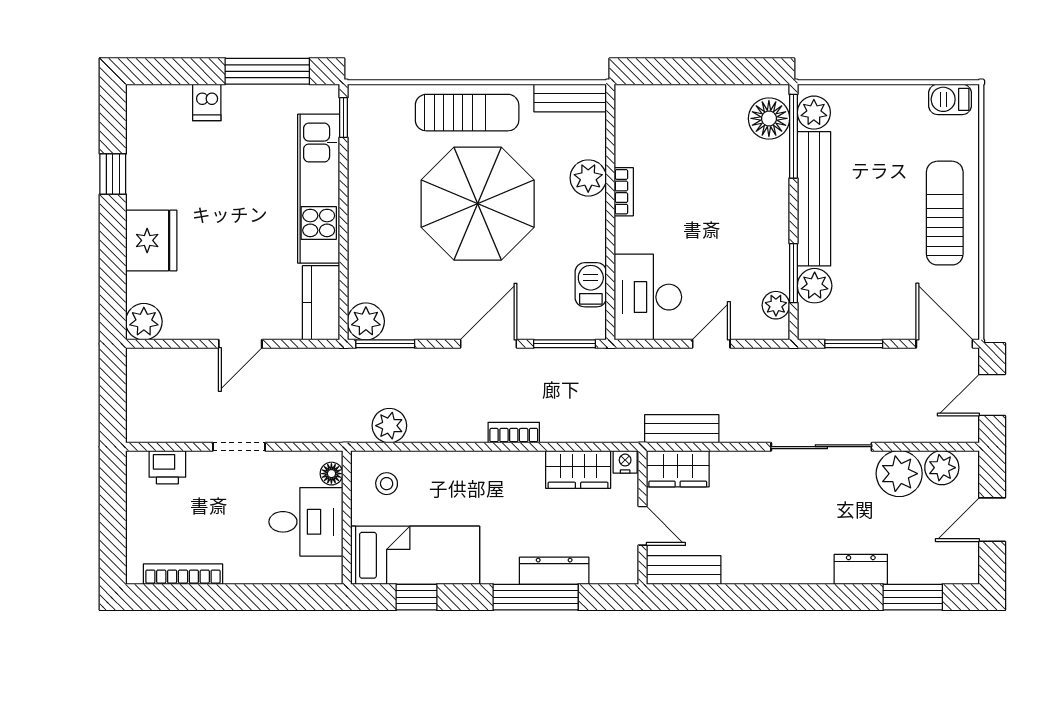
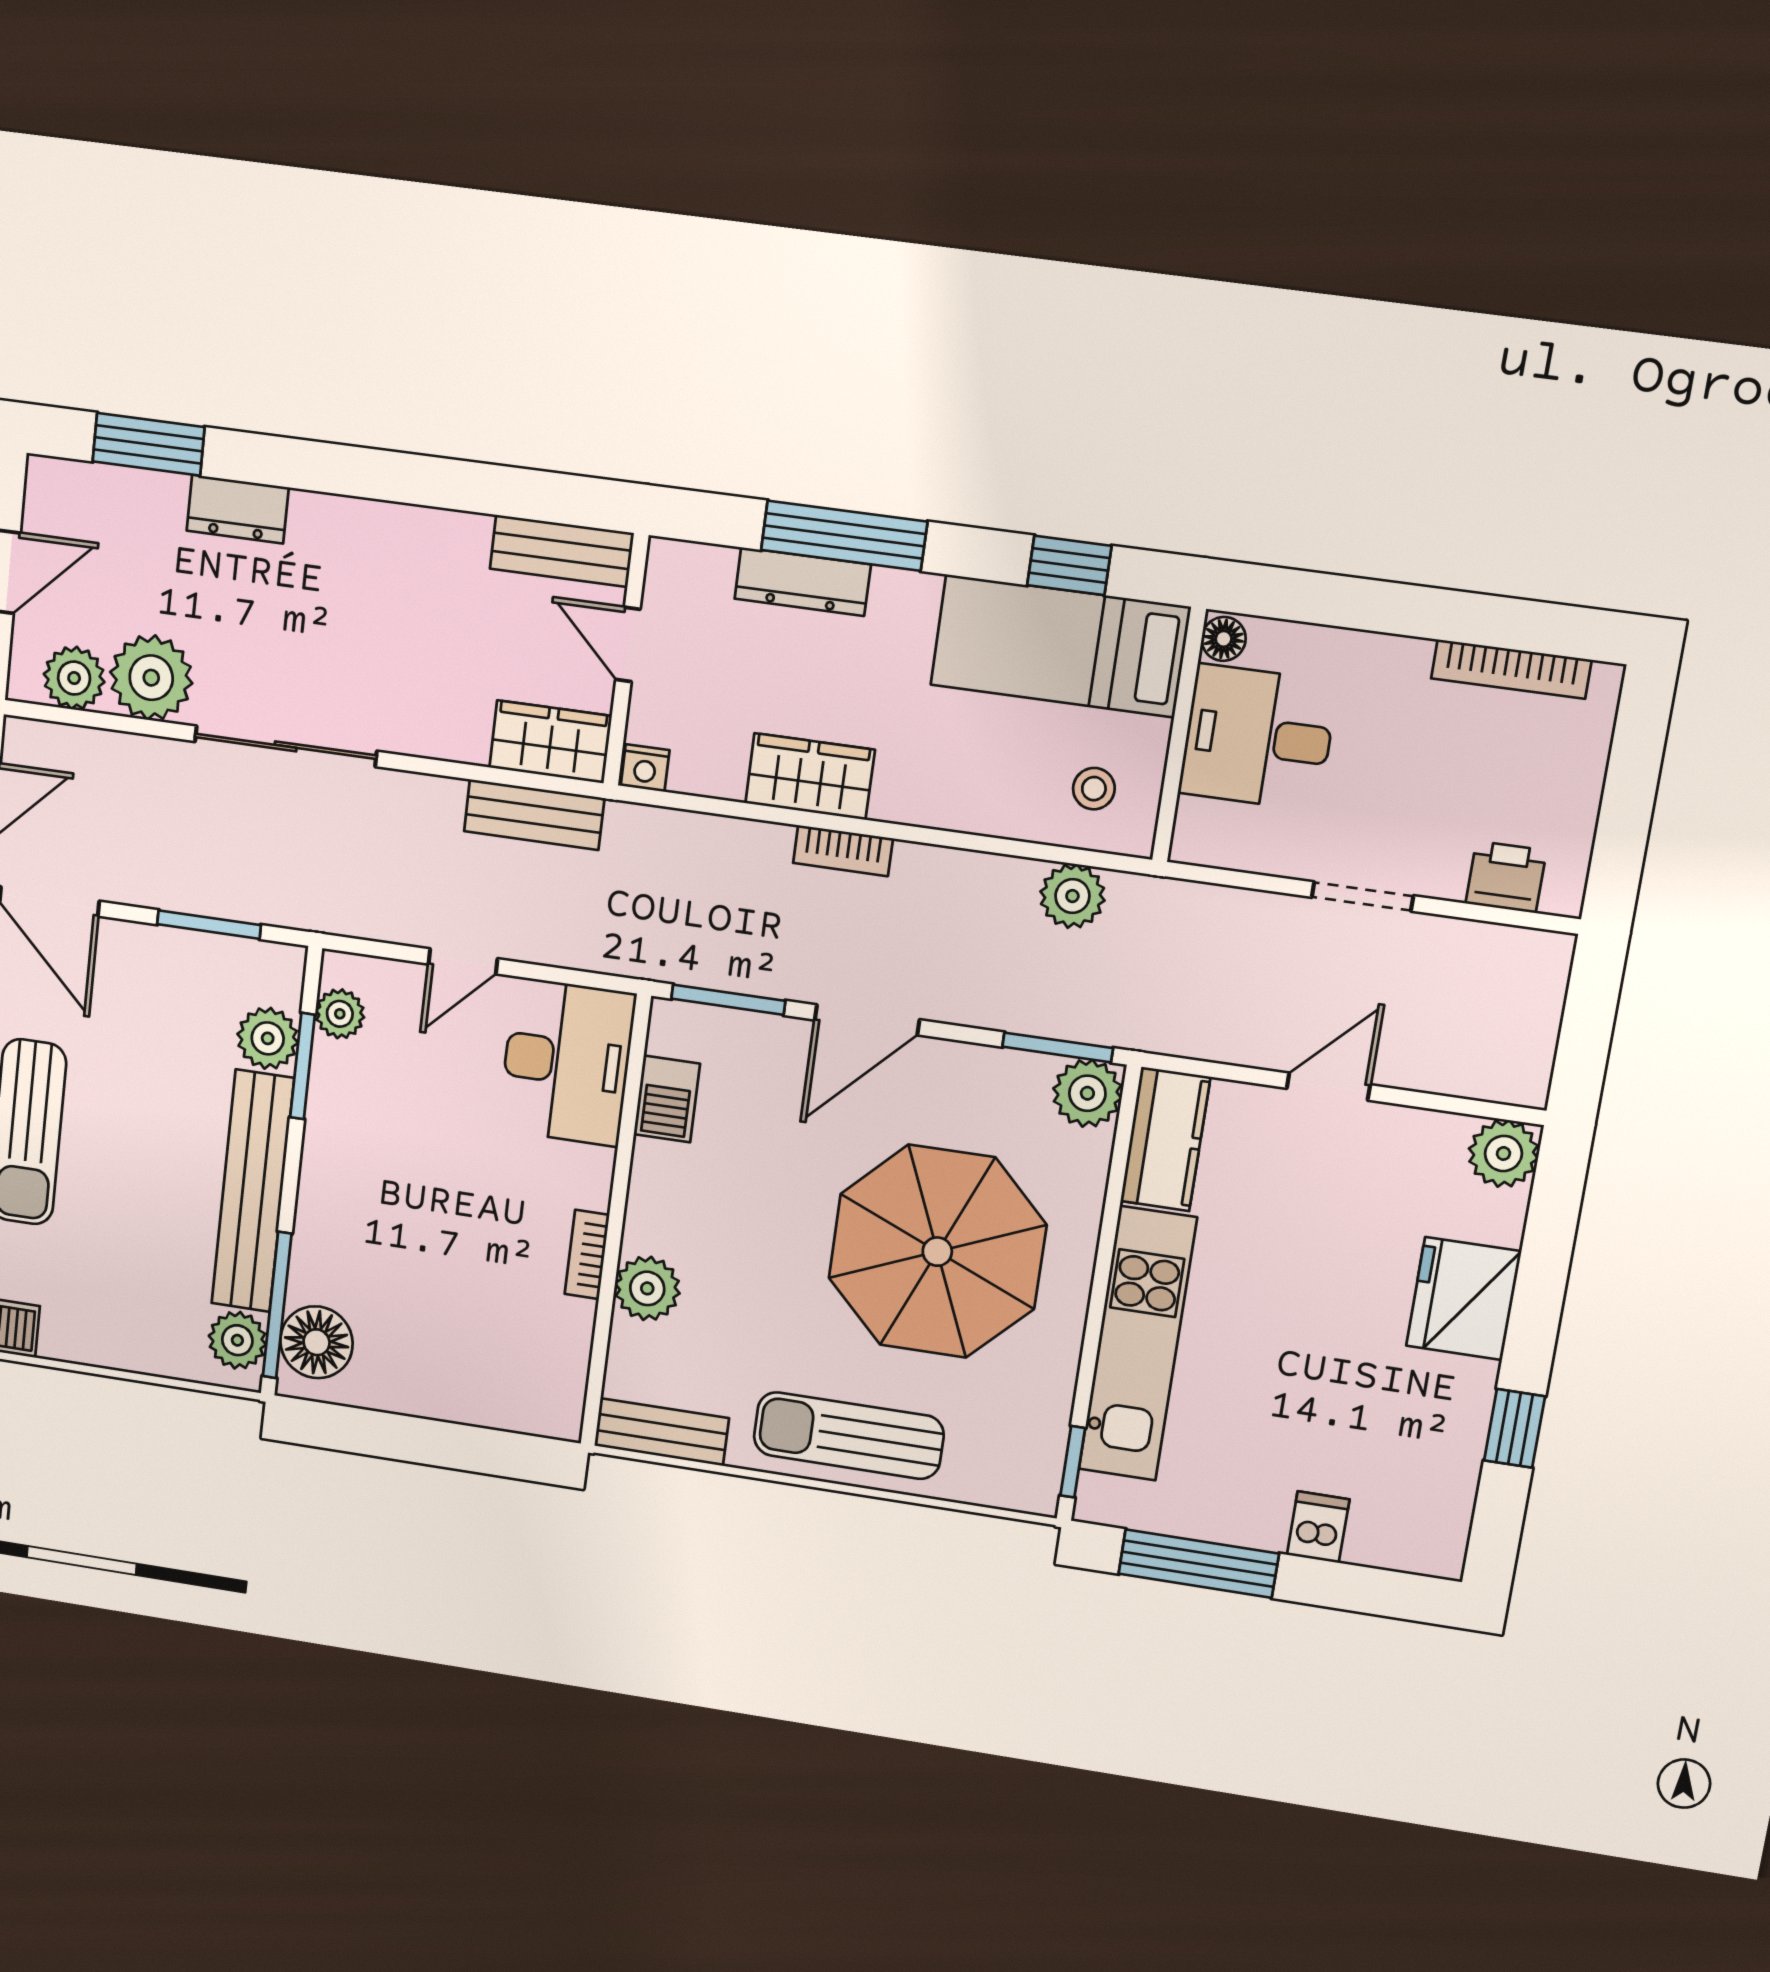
parasol: (478, 204) -> (937, 1252), moved
wardrobe: (578, 469) -> (810, 777), moved
floor lamp: (331, 474) -> (1224, 639), moved

